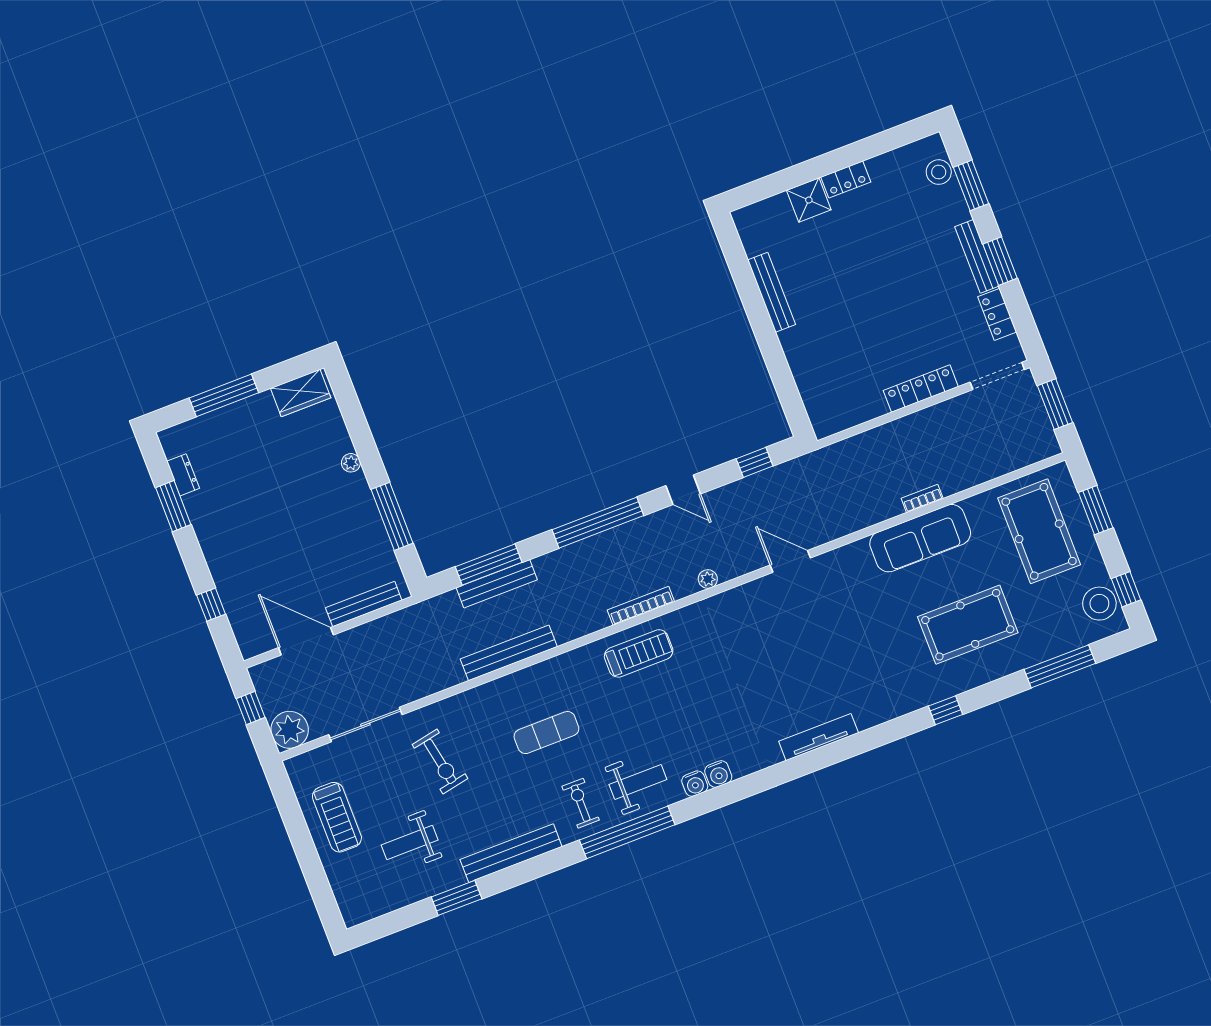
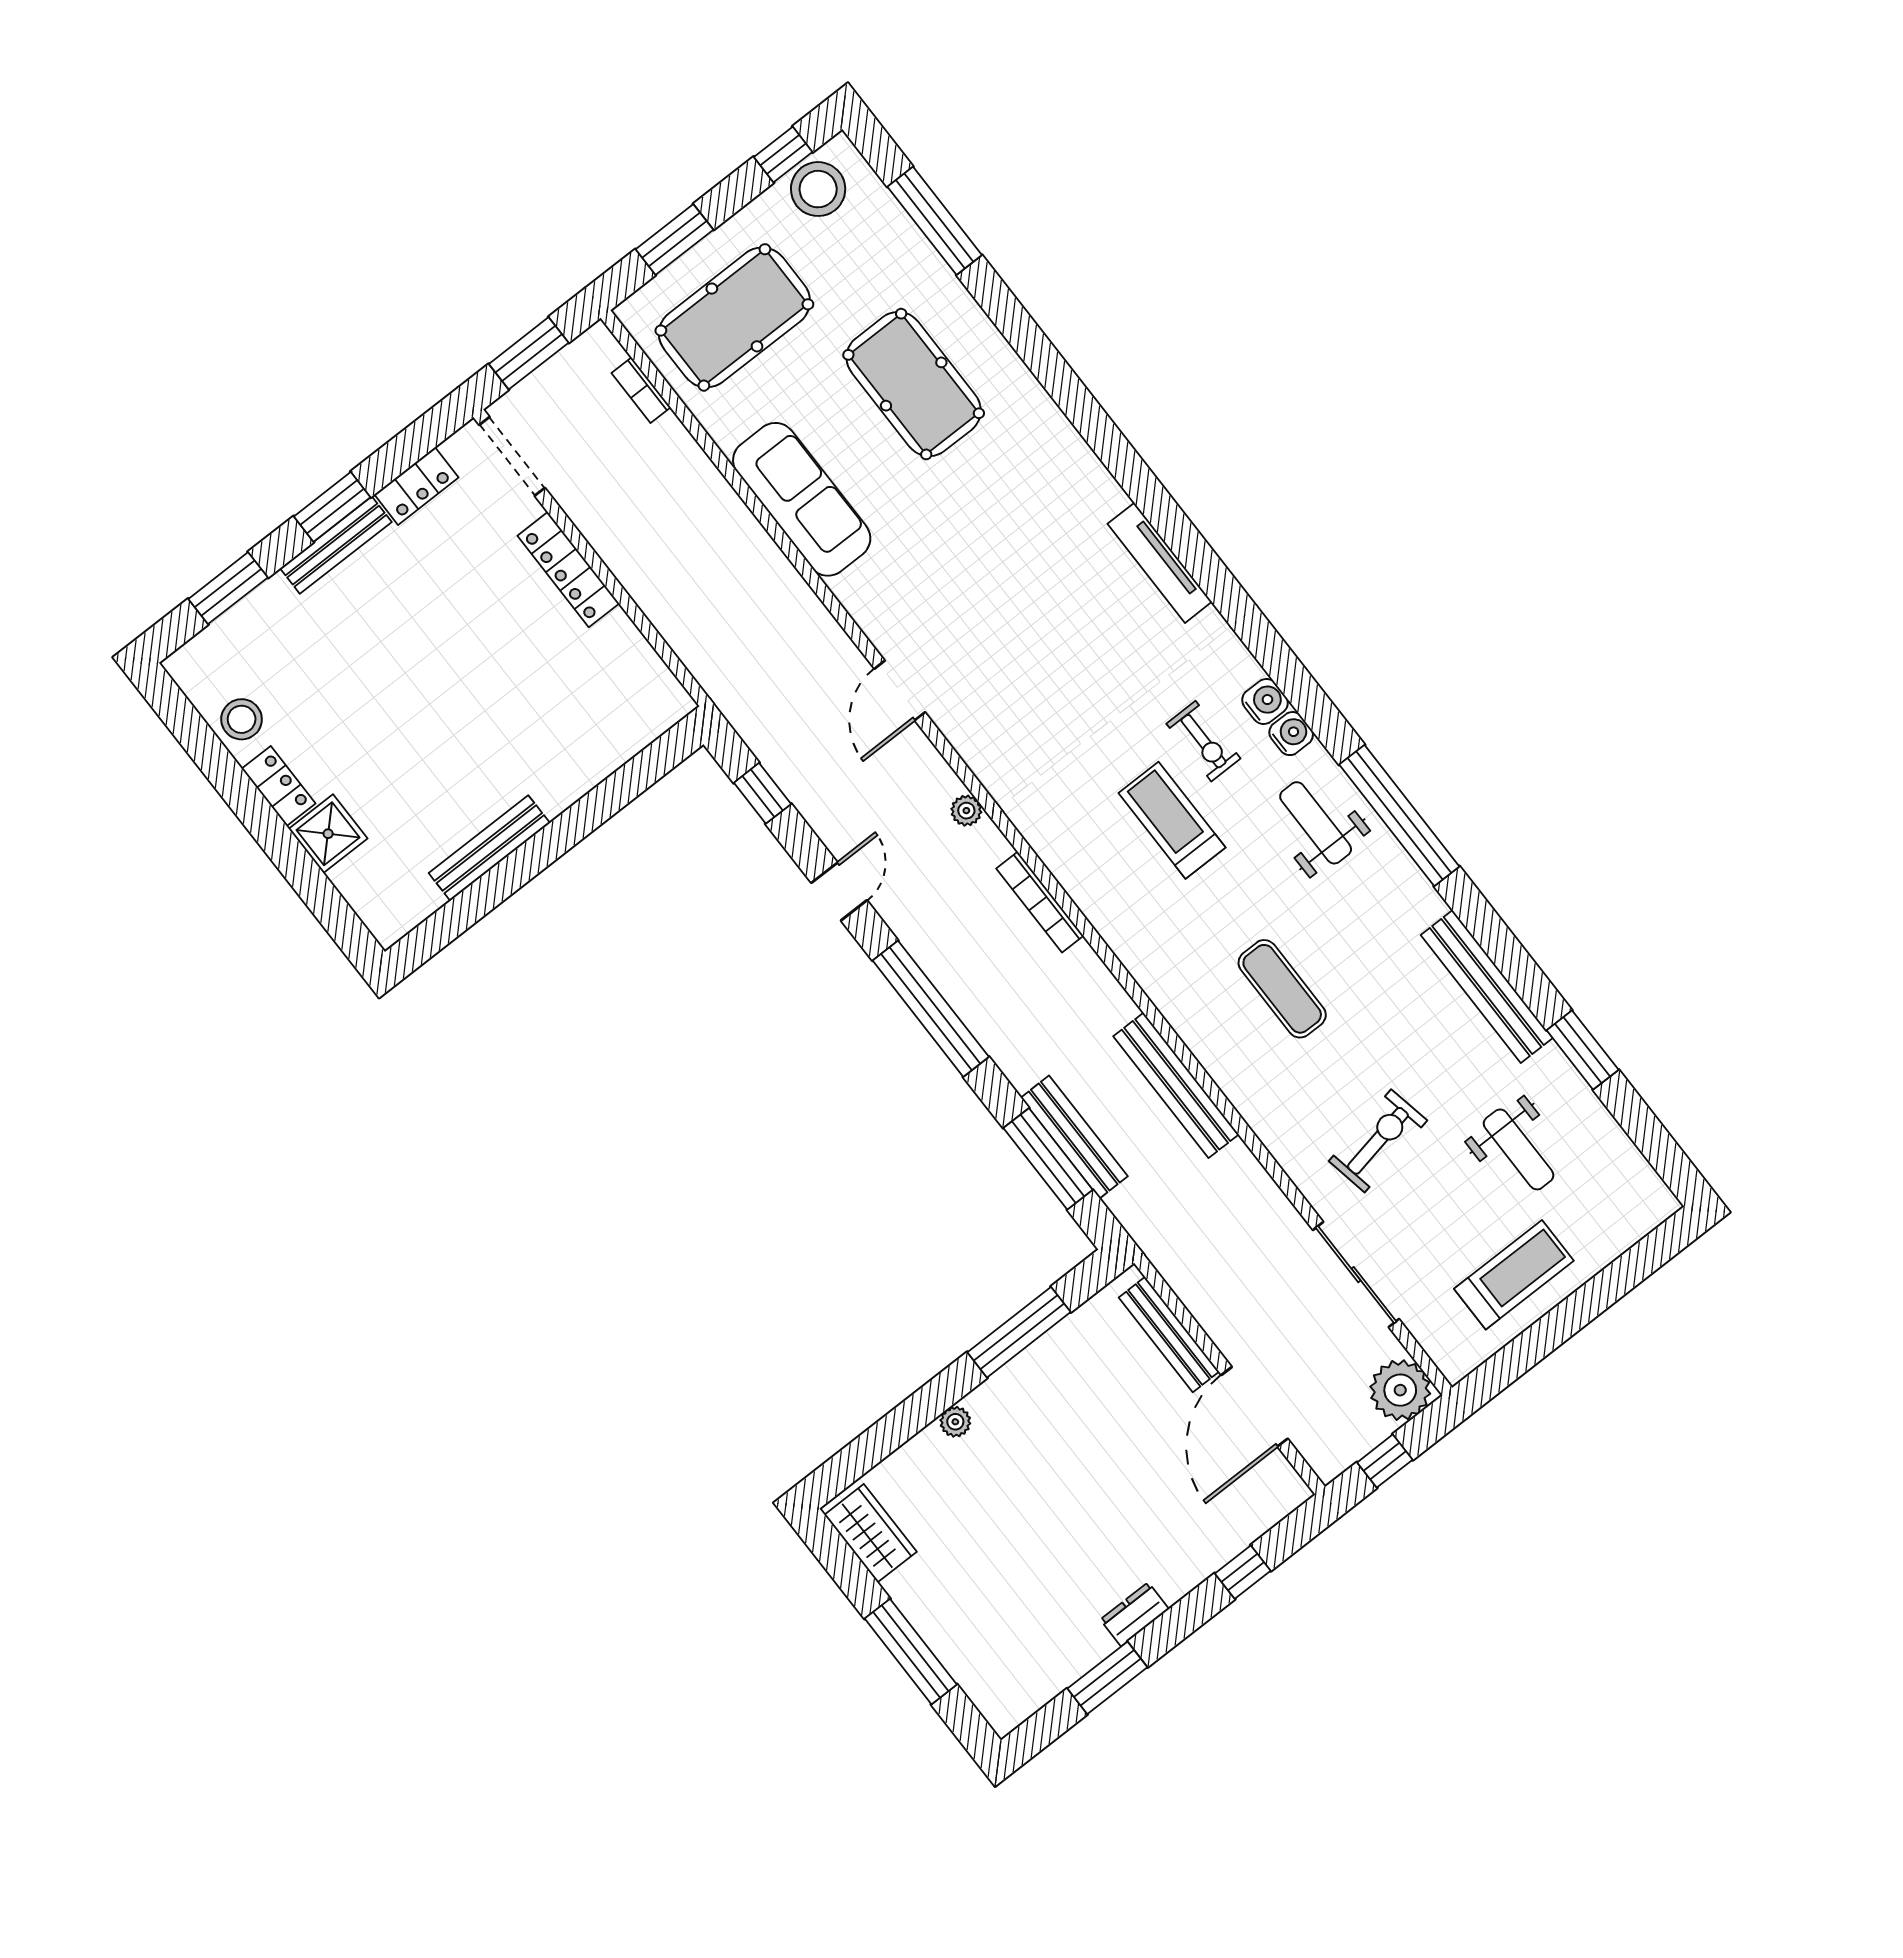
stool: (939, 172) -> (242, 719), moved
dresser: (183, 475) -> (1135, 1614), moved
bookcase: (922, 498) -> (641, 390), moved
treadmill: (639, 653) -> (1172, 820), moved
window: (945, 710) -> (1058, 378), removed
exercise bike: (581, 803) -> (1203, 741), moved, turned -90

